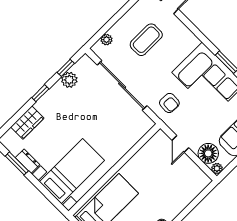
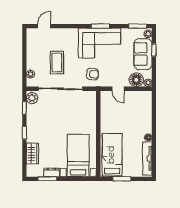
coffee table: (146, 40) -> (57, 63), moved
plant: (69, 80) -> (32, 98), moved

